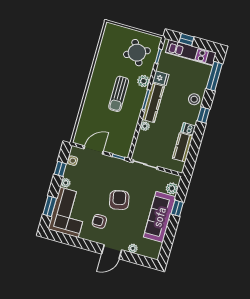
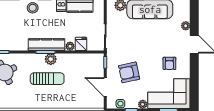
fridge: (161, 78) -> (81, 44), moved
plant: (143, 81) -> (51, 59), moved
armchair: (119, 200) -> (129, 72), moved

